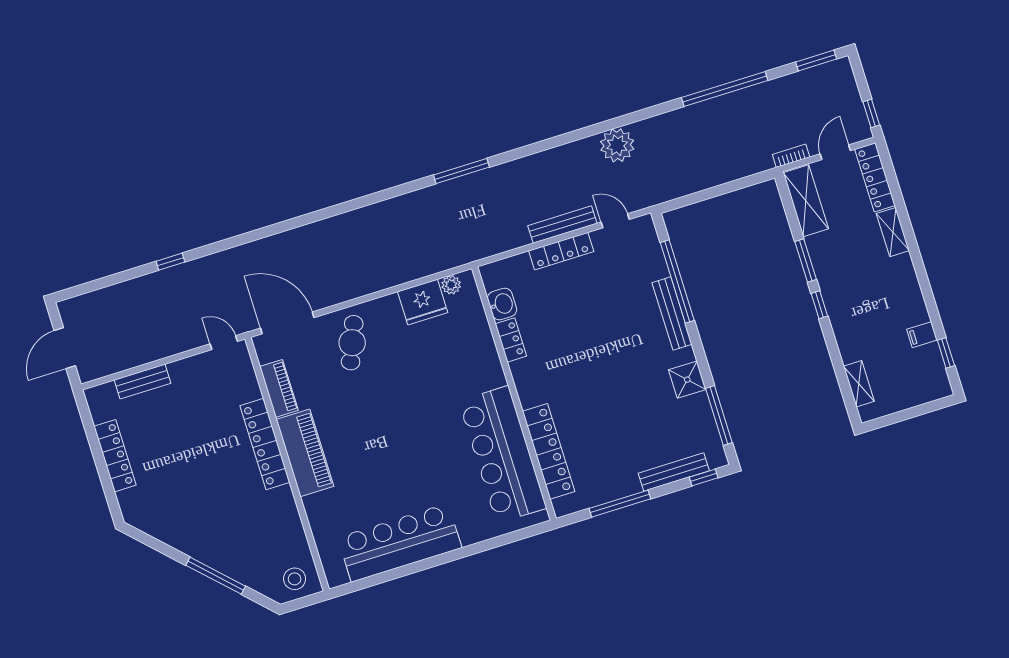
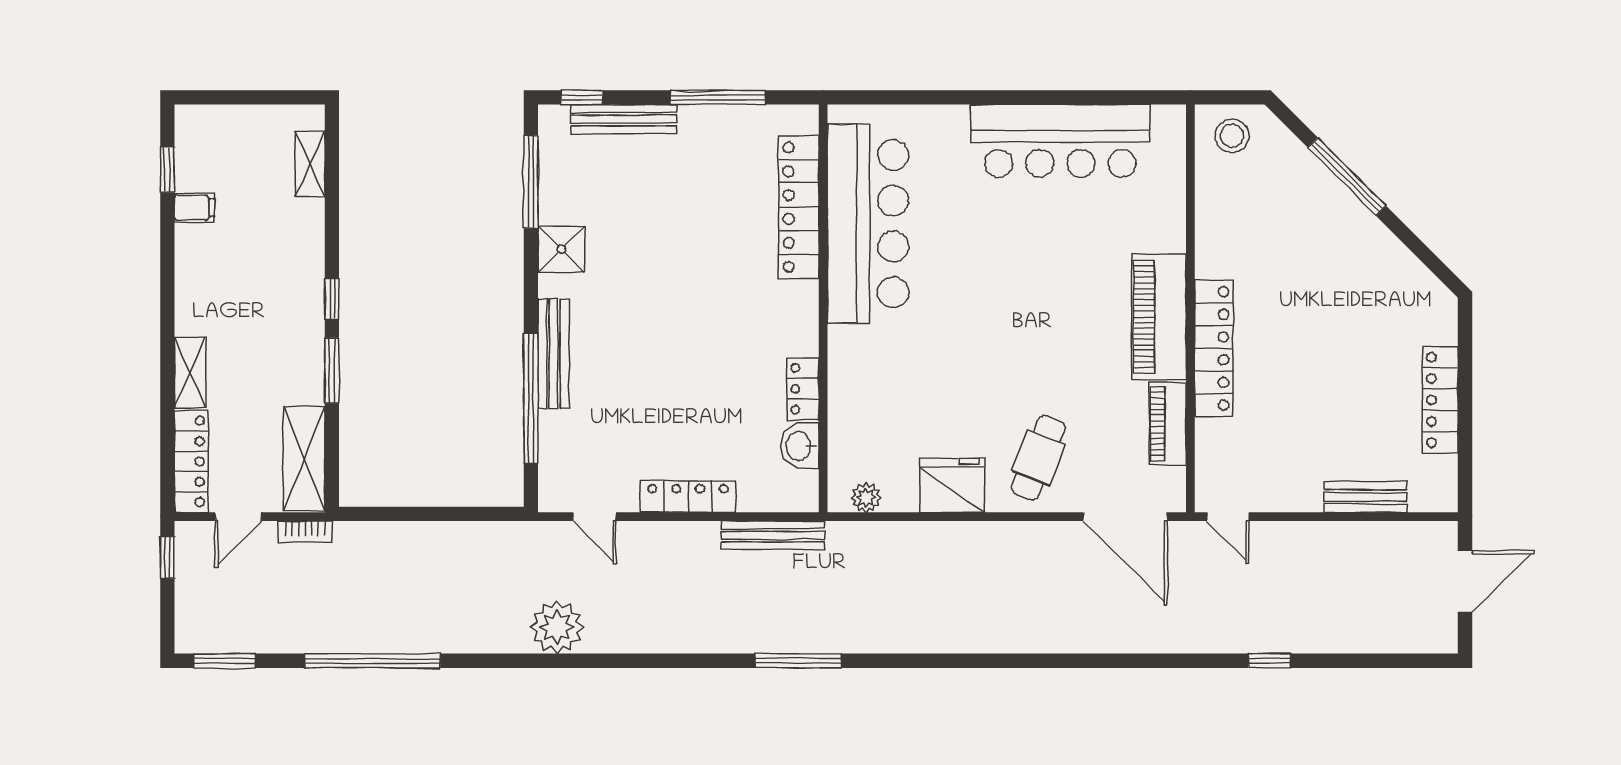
bench: (562, 225) -> (773, 535), moved
fridge: (423, 302) -> (952, 485), moved

